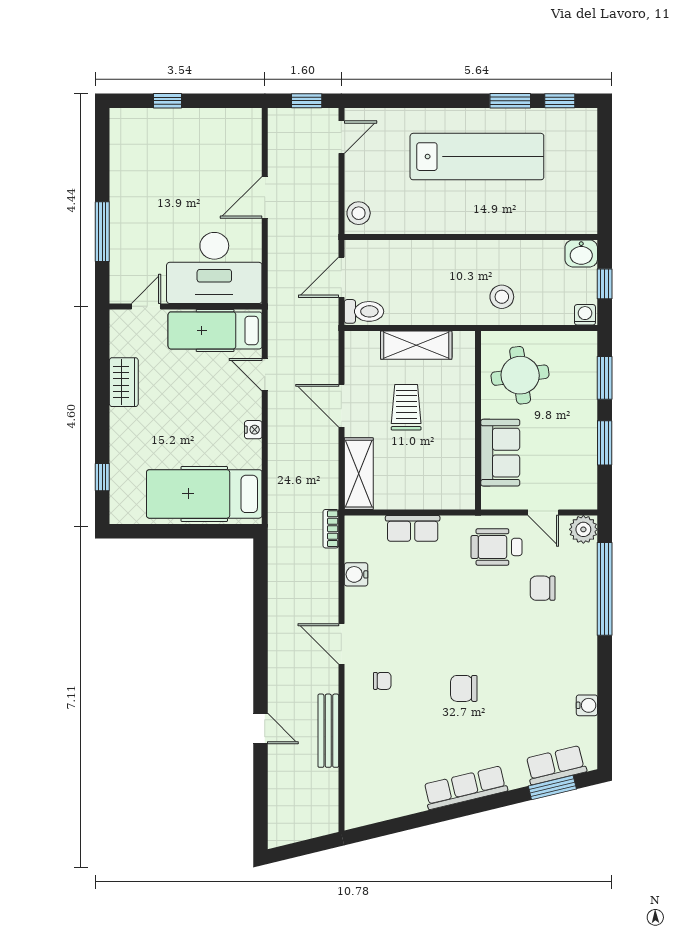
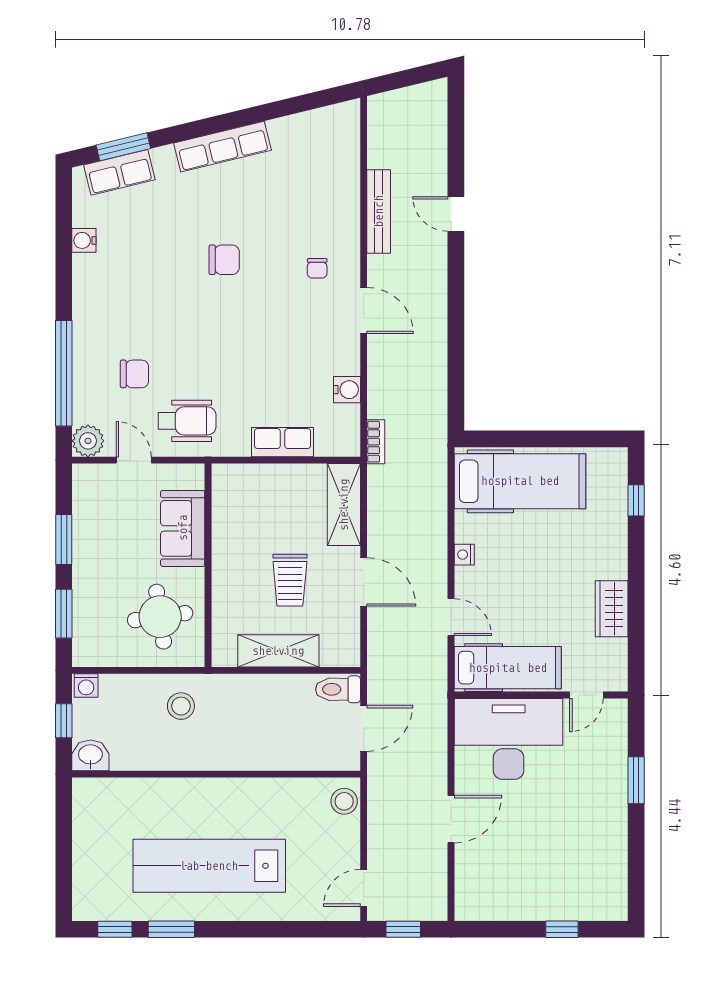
window: (102, 232) -> (636, 780), width x0.69
chair: (382, 681) -> (317, 268), turned -90

